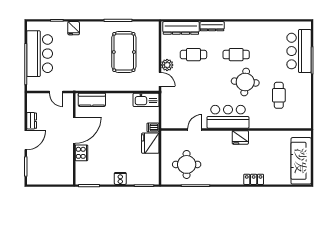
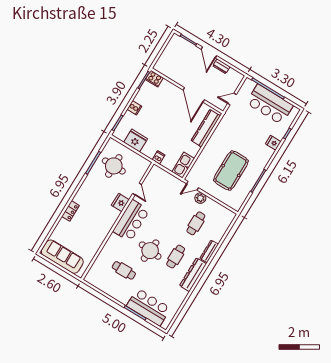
dresser: (181, 28) -> (193, 275), moved
pool table: (124, 52) -> (231, 171), turned 90
kitchen counter: (92, 100) -> (206, 128), width x1.50
fridge: (240, 137) -> (120, 202), moved
fridge: (150, 143) -> (136, 141), moved
cooker: (81, 153) -> (154, 79), moved

